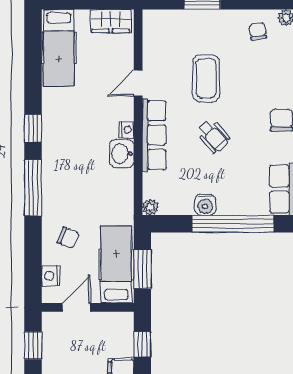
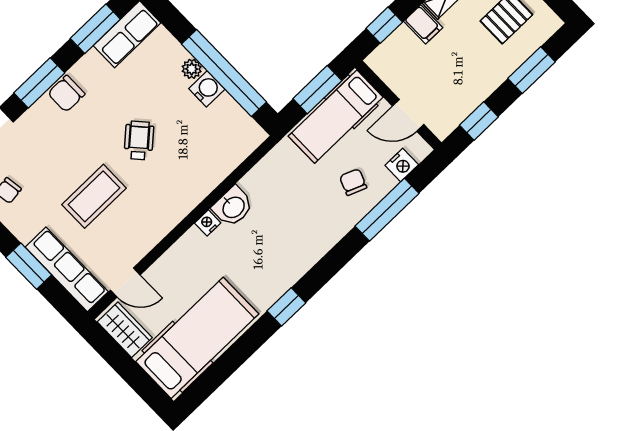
hospital bed: (59, 48) -> (197, 338), width x1.37, depth x1.29
door: (138, 83) -> (125, 283), moved
row of seats: (154, 135) -> (67, 269), moved, turned 90
window: (33, 188) -> (387, 210), moved
plant: (150, 207) -> (192, 69), moved
window: (233, 224) -> (224, 73), moved

